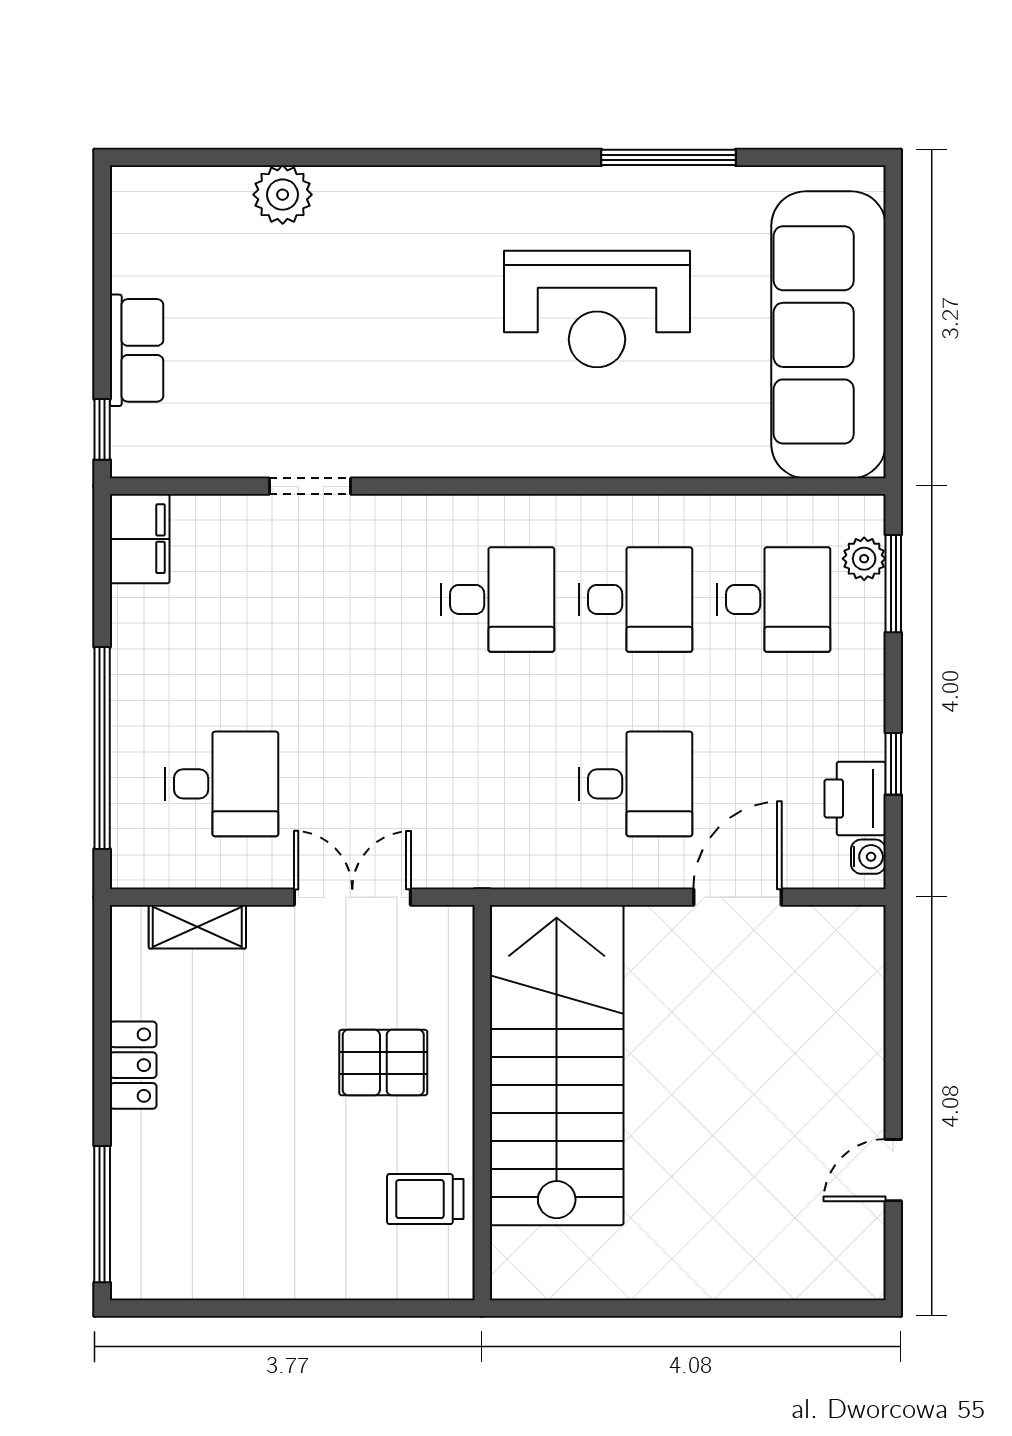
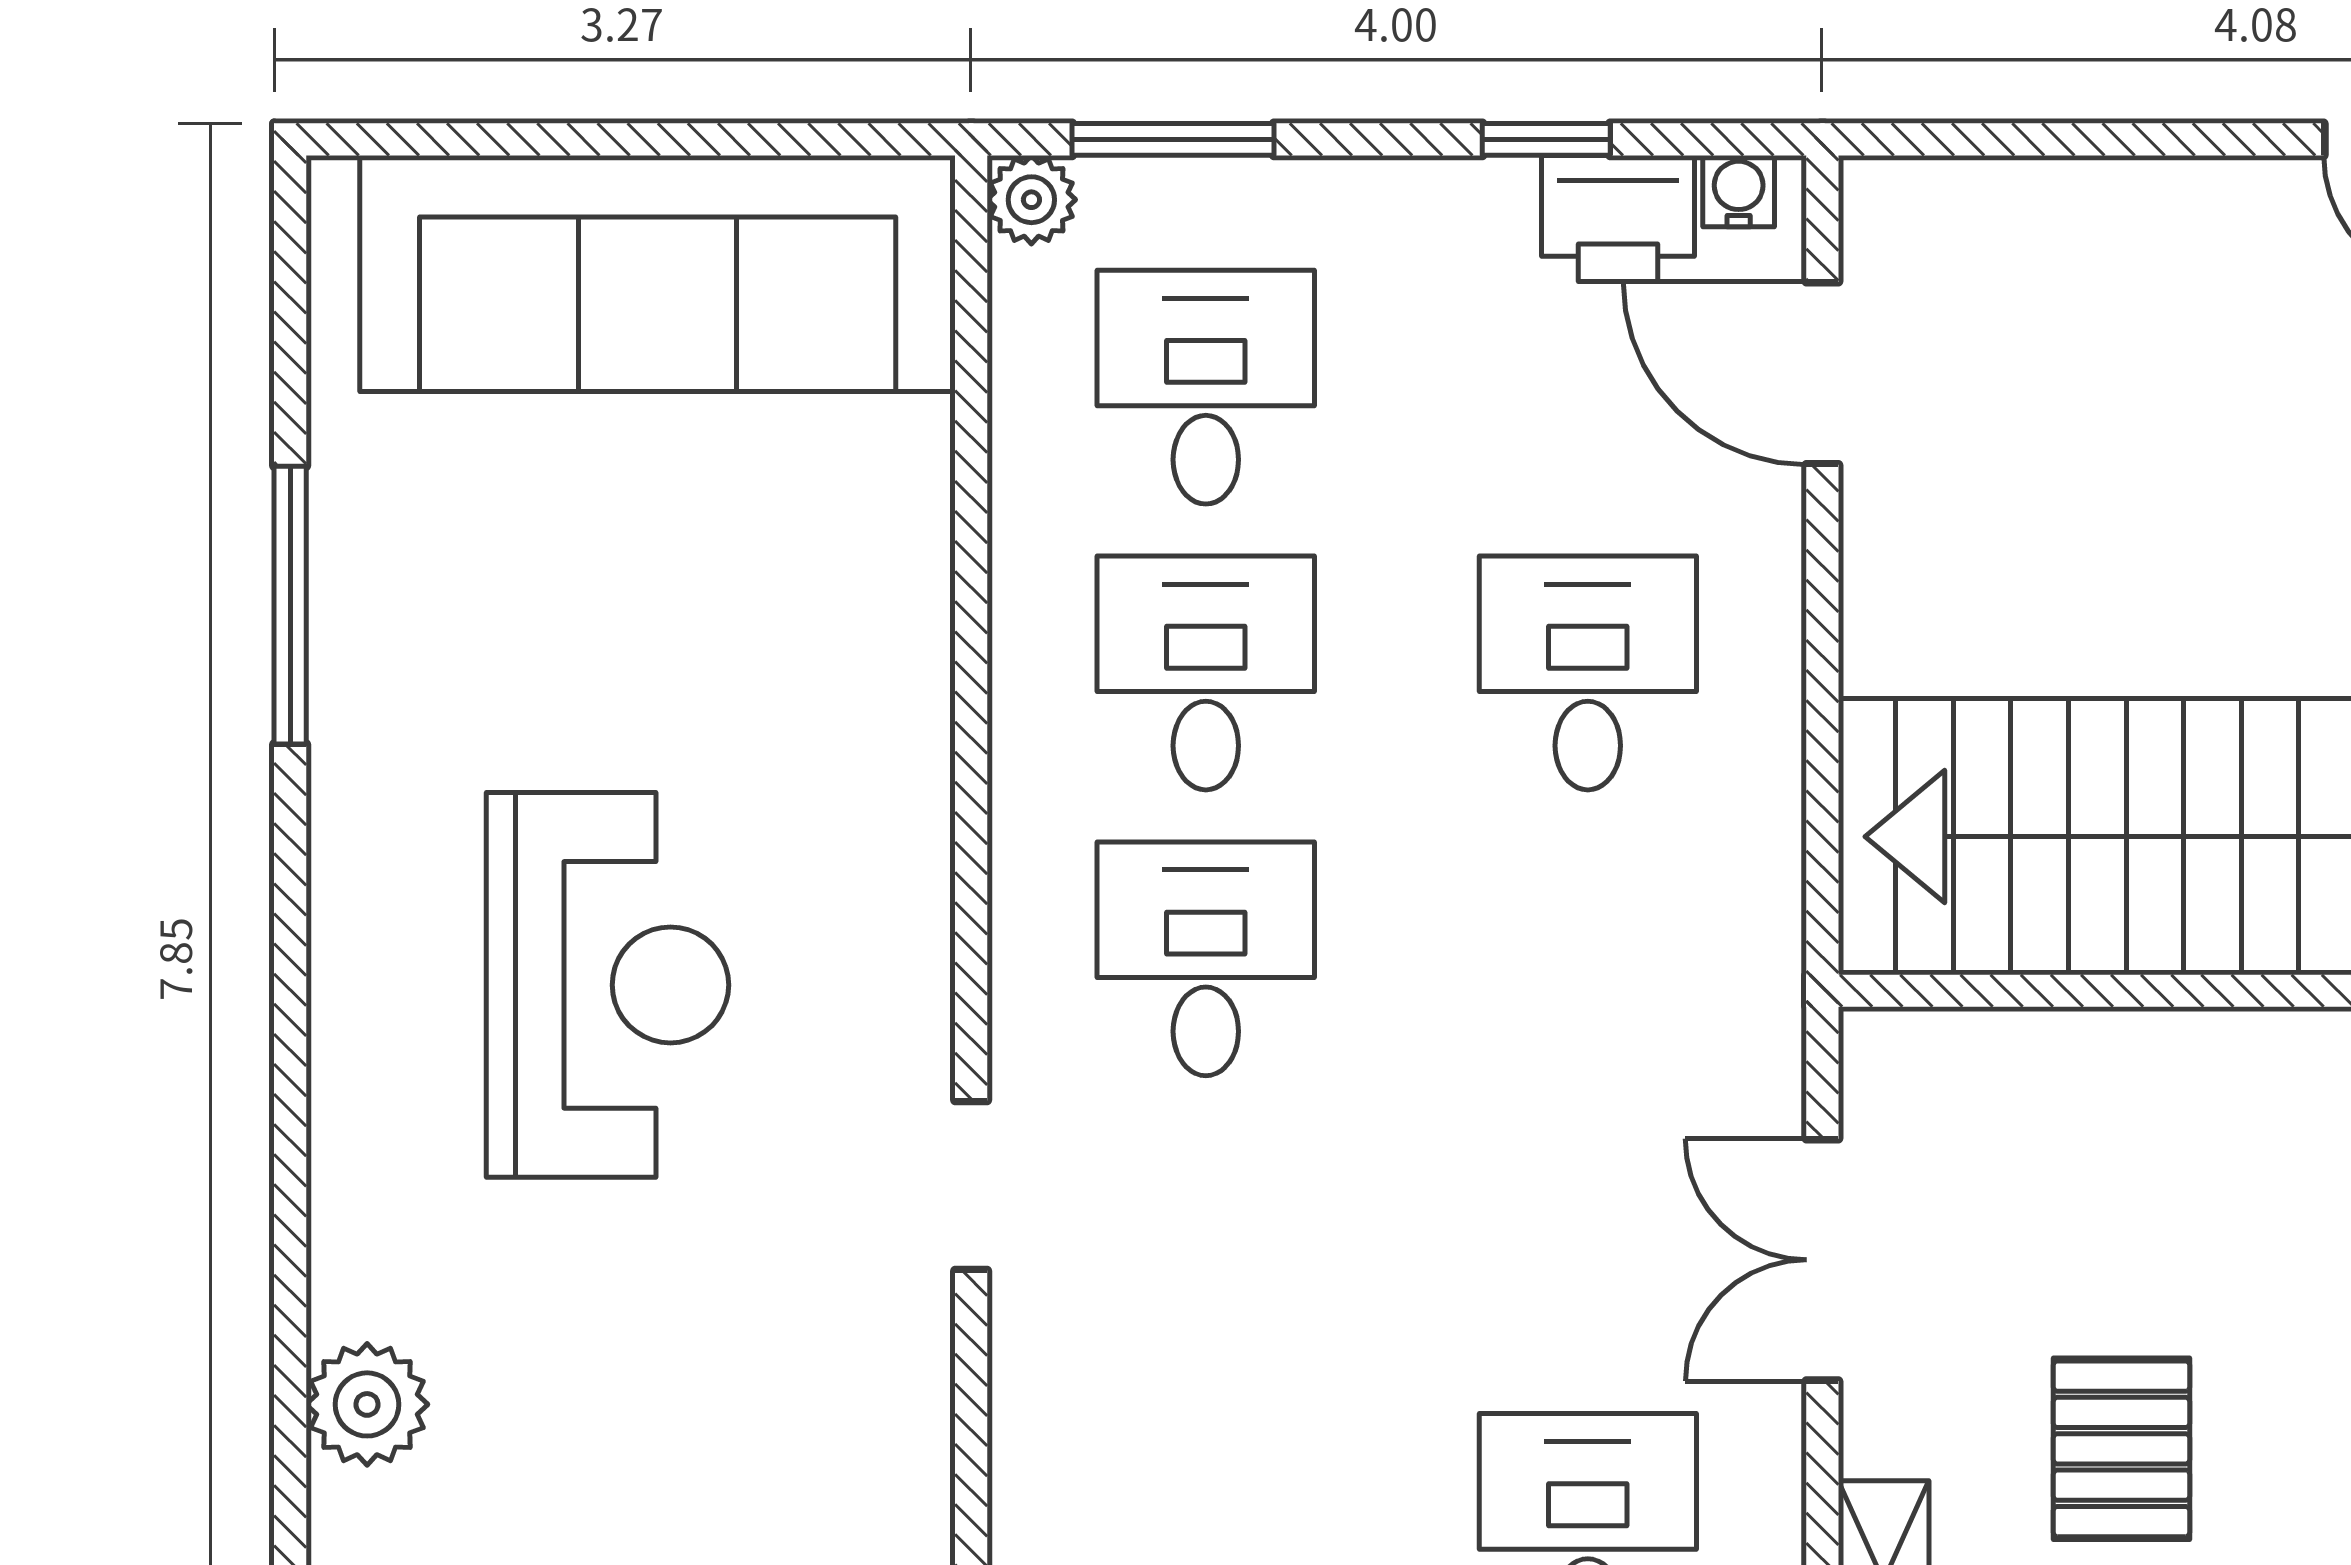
reception desk: (597, 309) -> (607, 985), moved
doorway: (310, 486) -> (971, 1186), moved
plant: (864, 559) -> (1031, 200), moved
door: (737, 897) -> (1822, 373), moved
pallet: (383, 1063) -> (2121, 1449), moved

